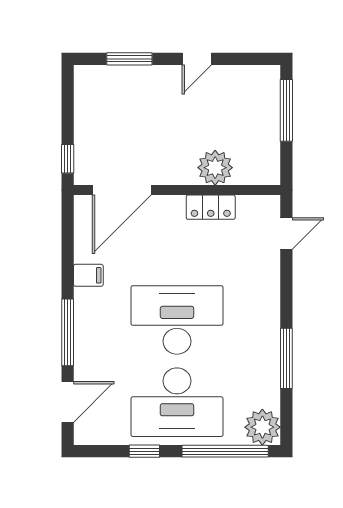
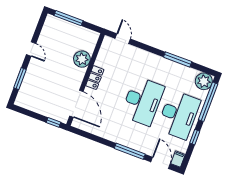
locker: (211, 207) -> (95, 78), moved
filing cabinet: (88, 275) -> (178, 159), moved
desk: (177, 320) -> (143, 101), turned 180

